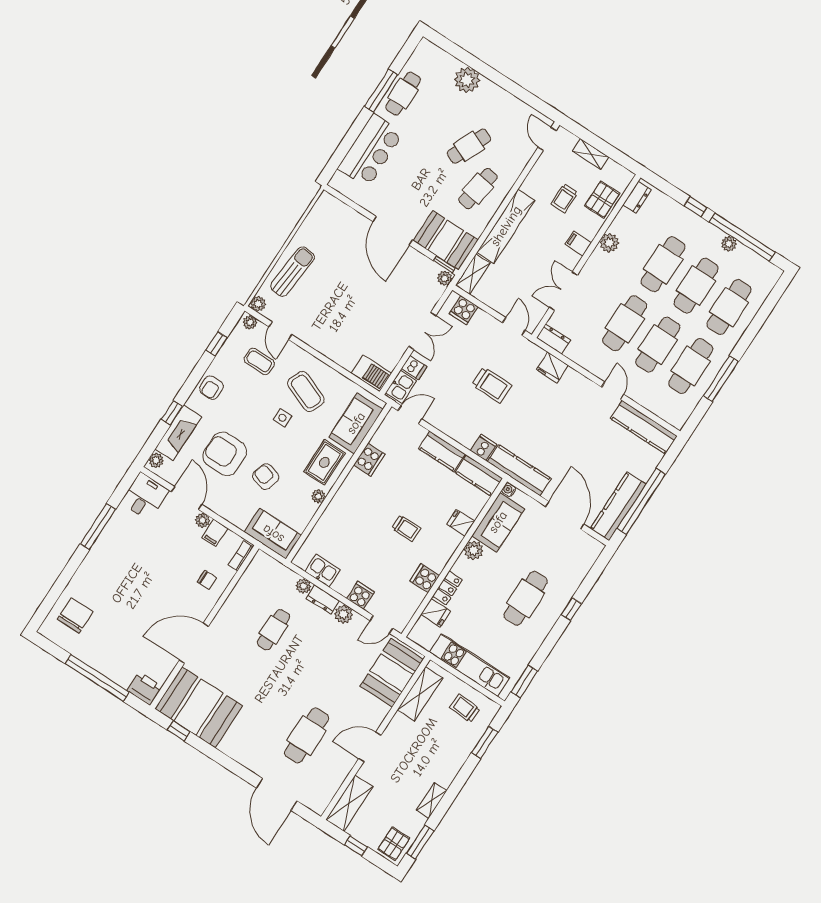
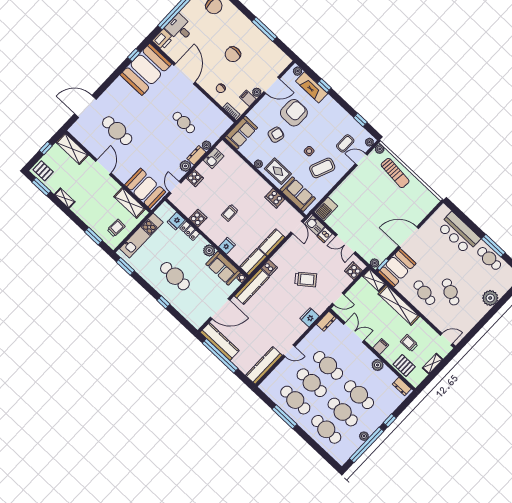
trolley: (492, 385) -> (306, 279), turned -128
armchair: (211, 388) -> (335, 112), removed
desk: (145, 496) -> (180, 28), moved, turned 180
chair: (148, 570) -> (233, 54), added

